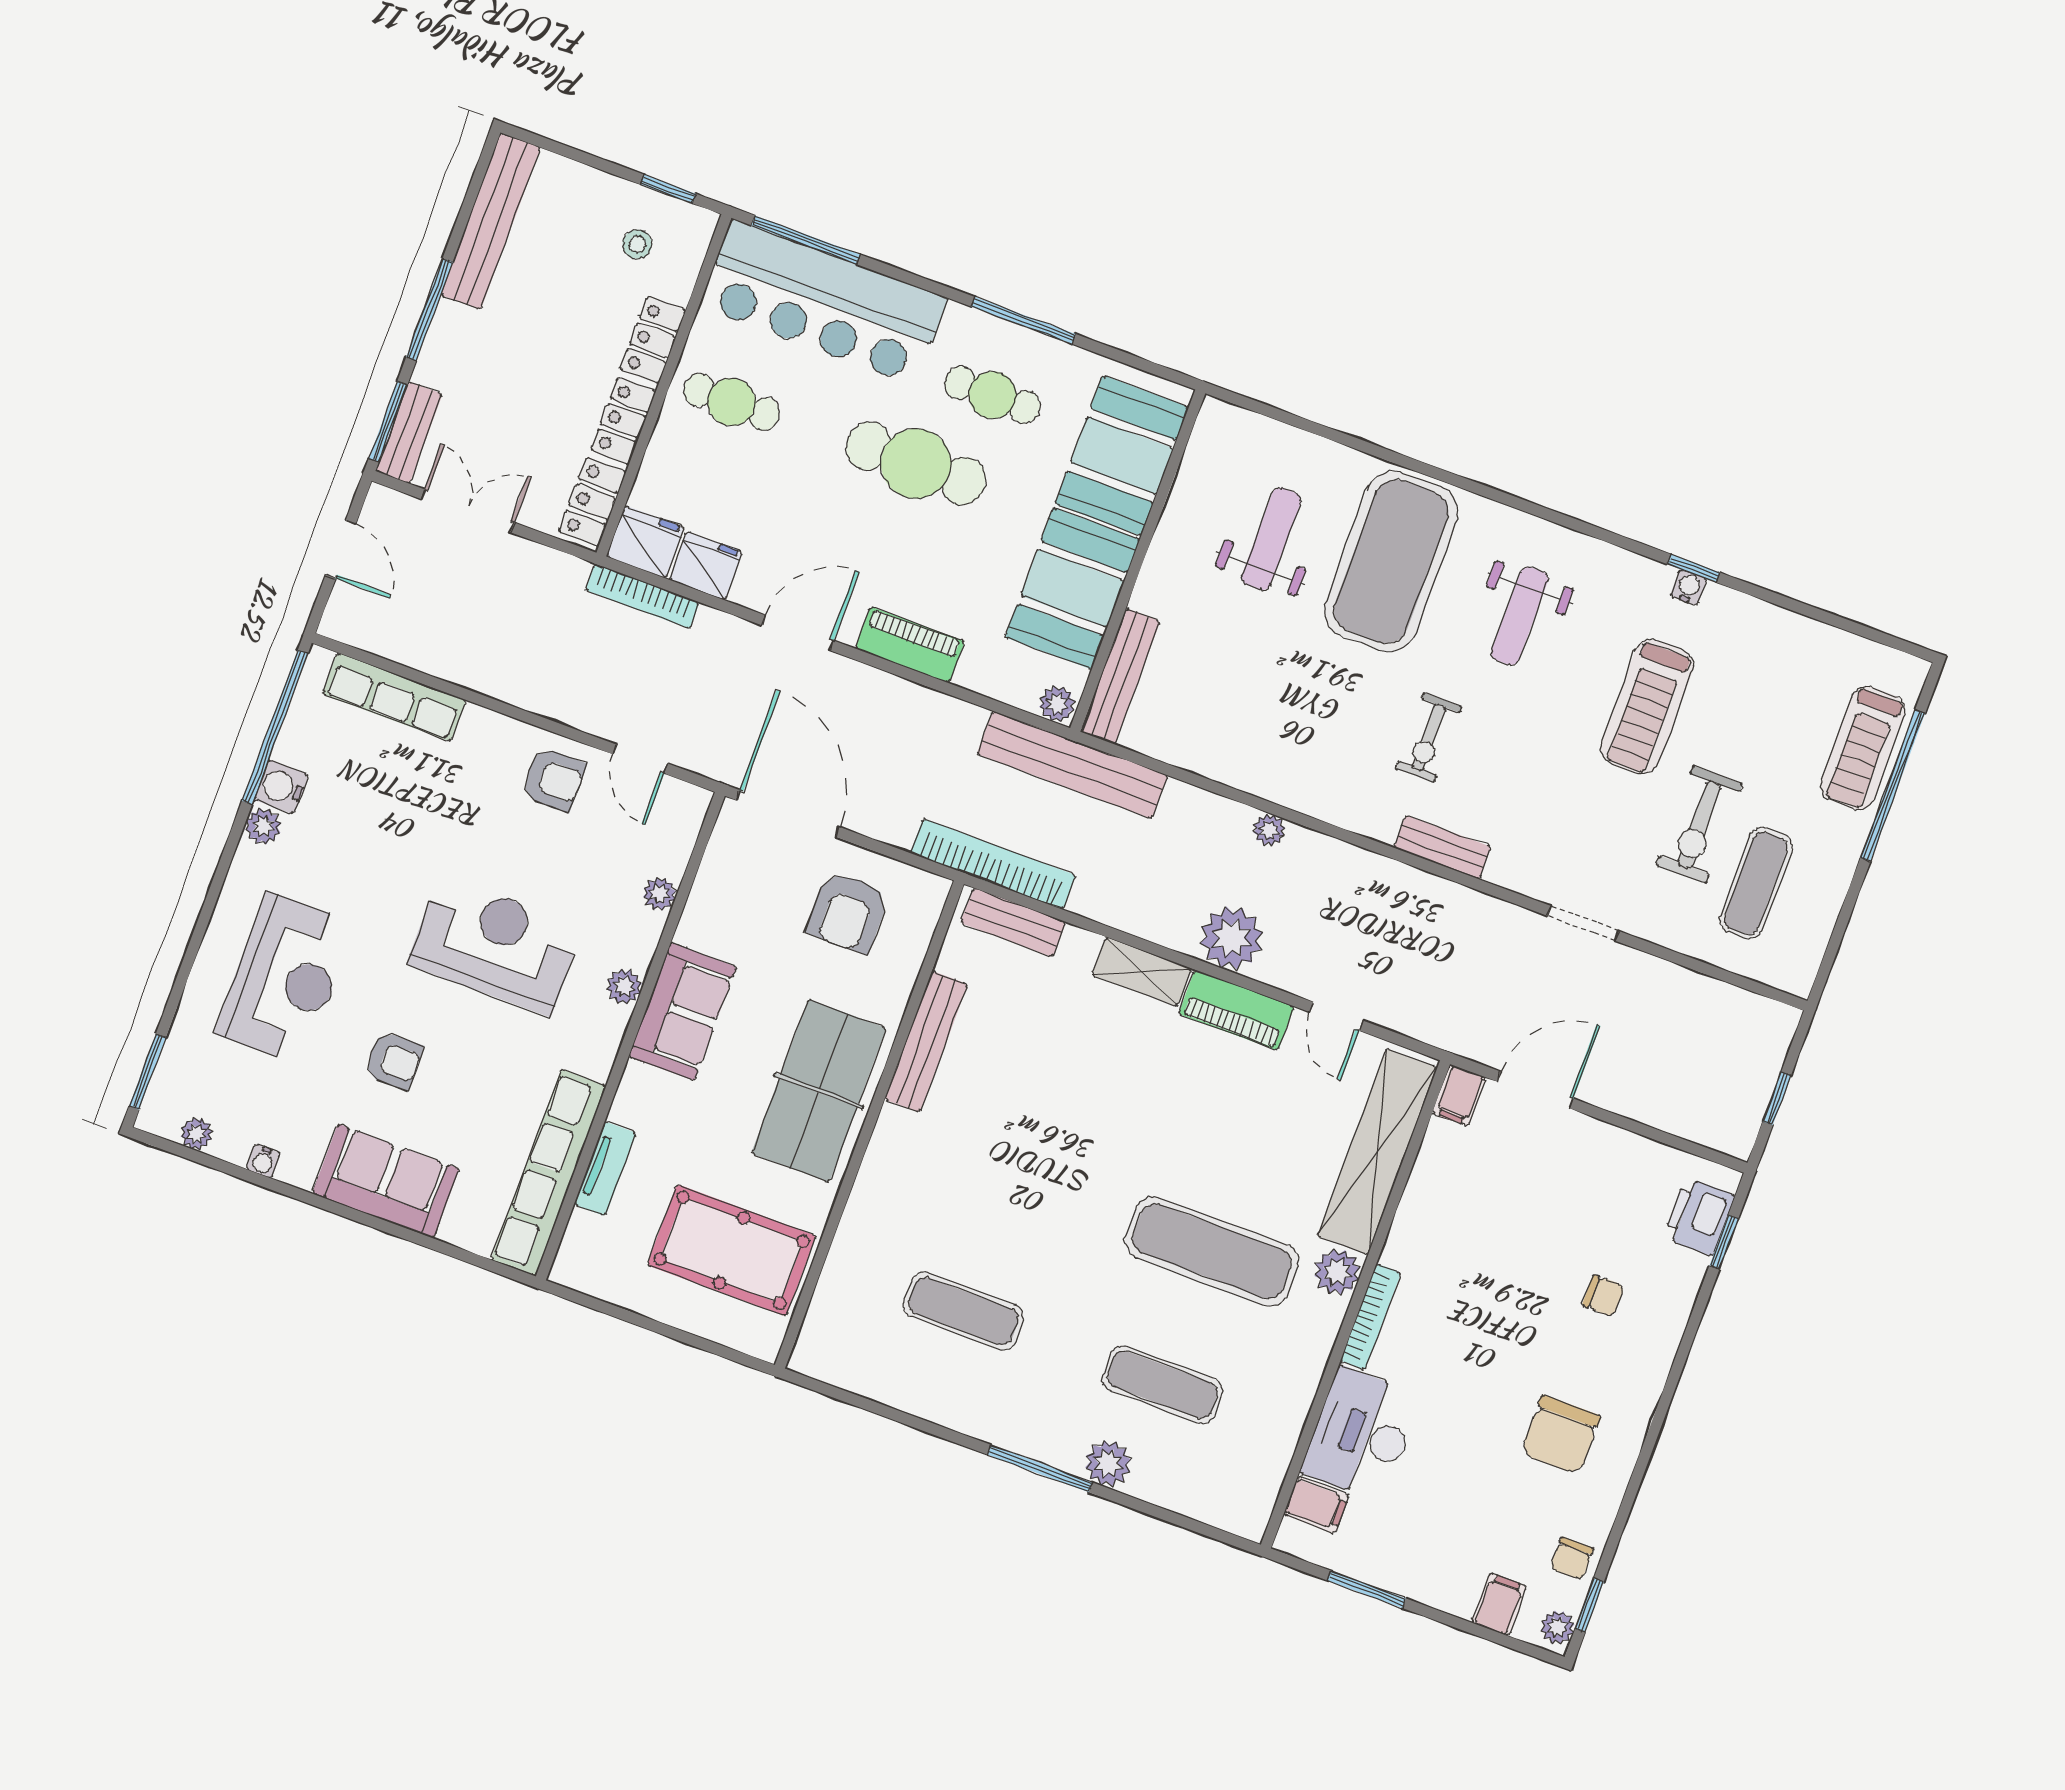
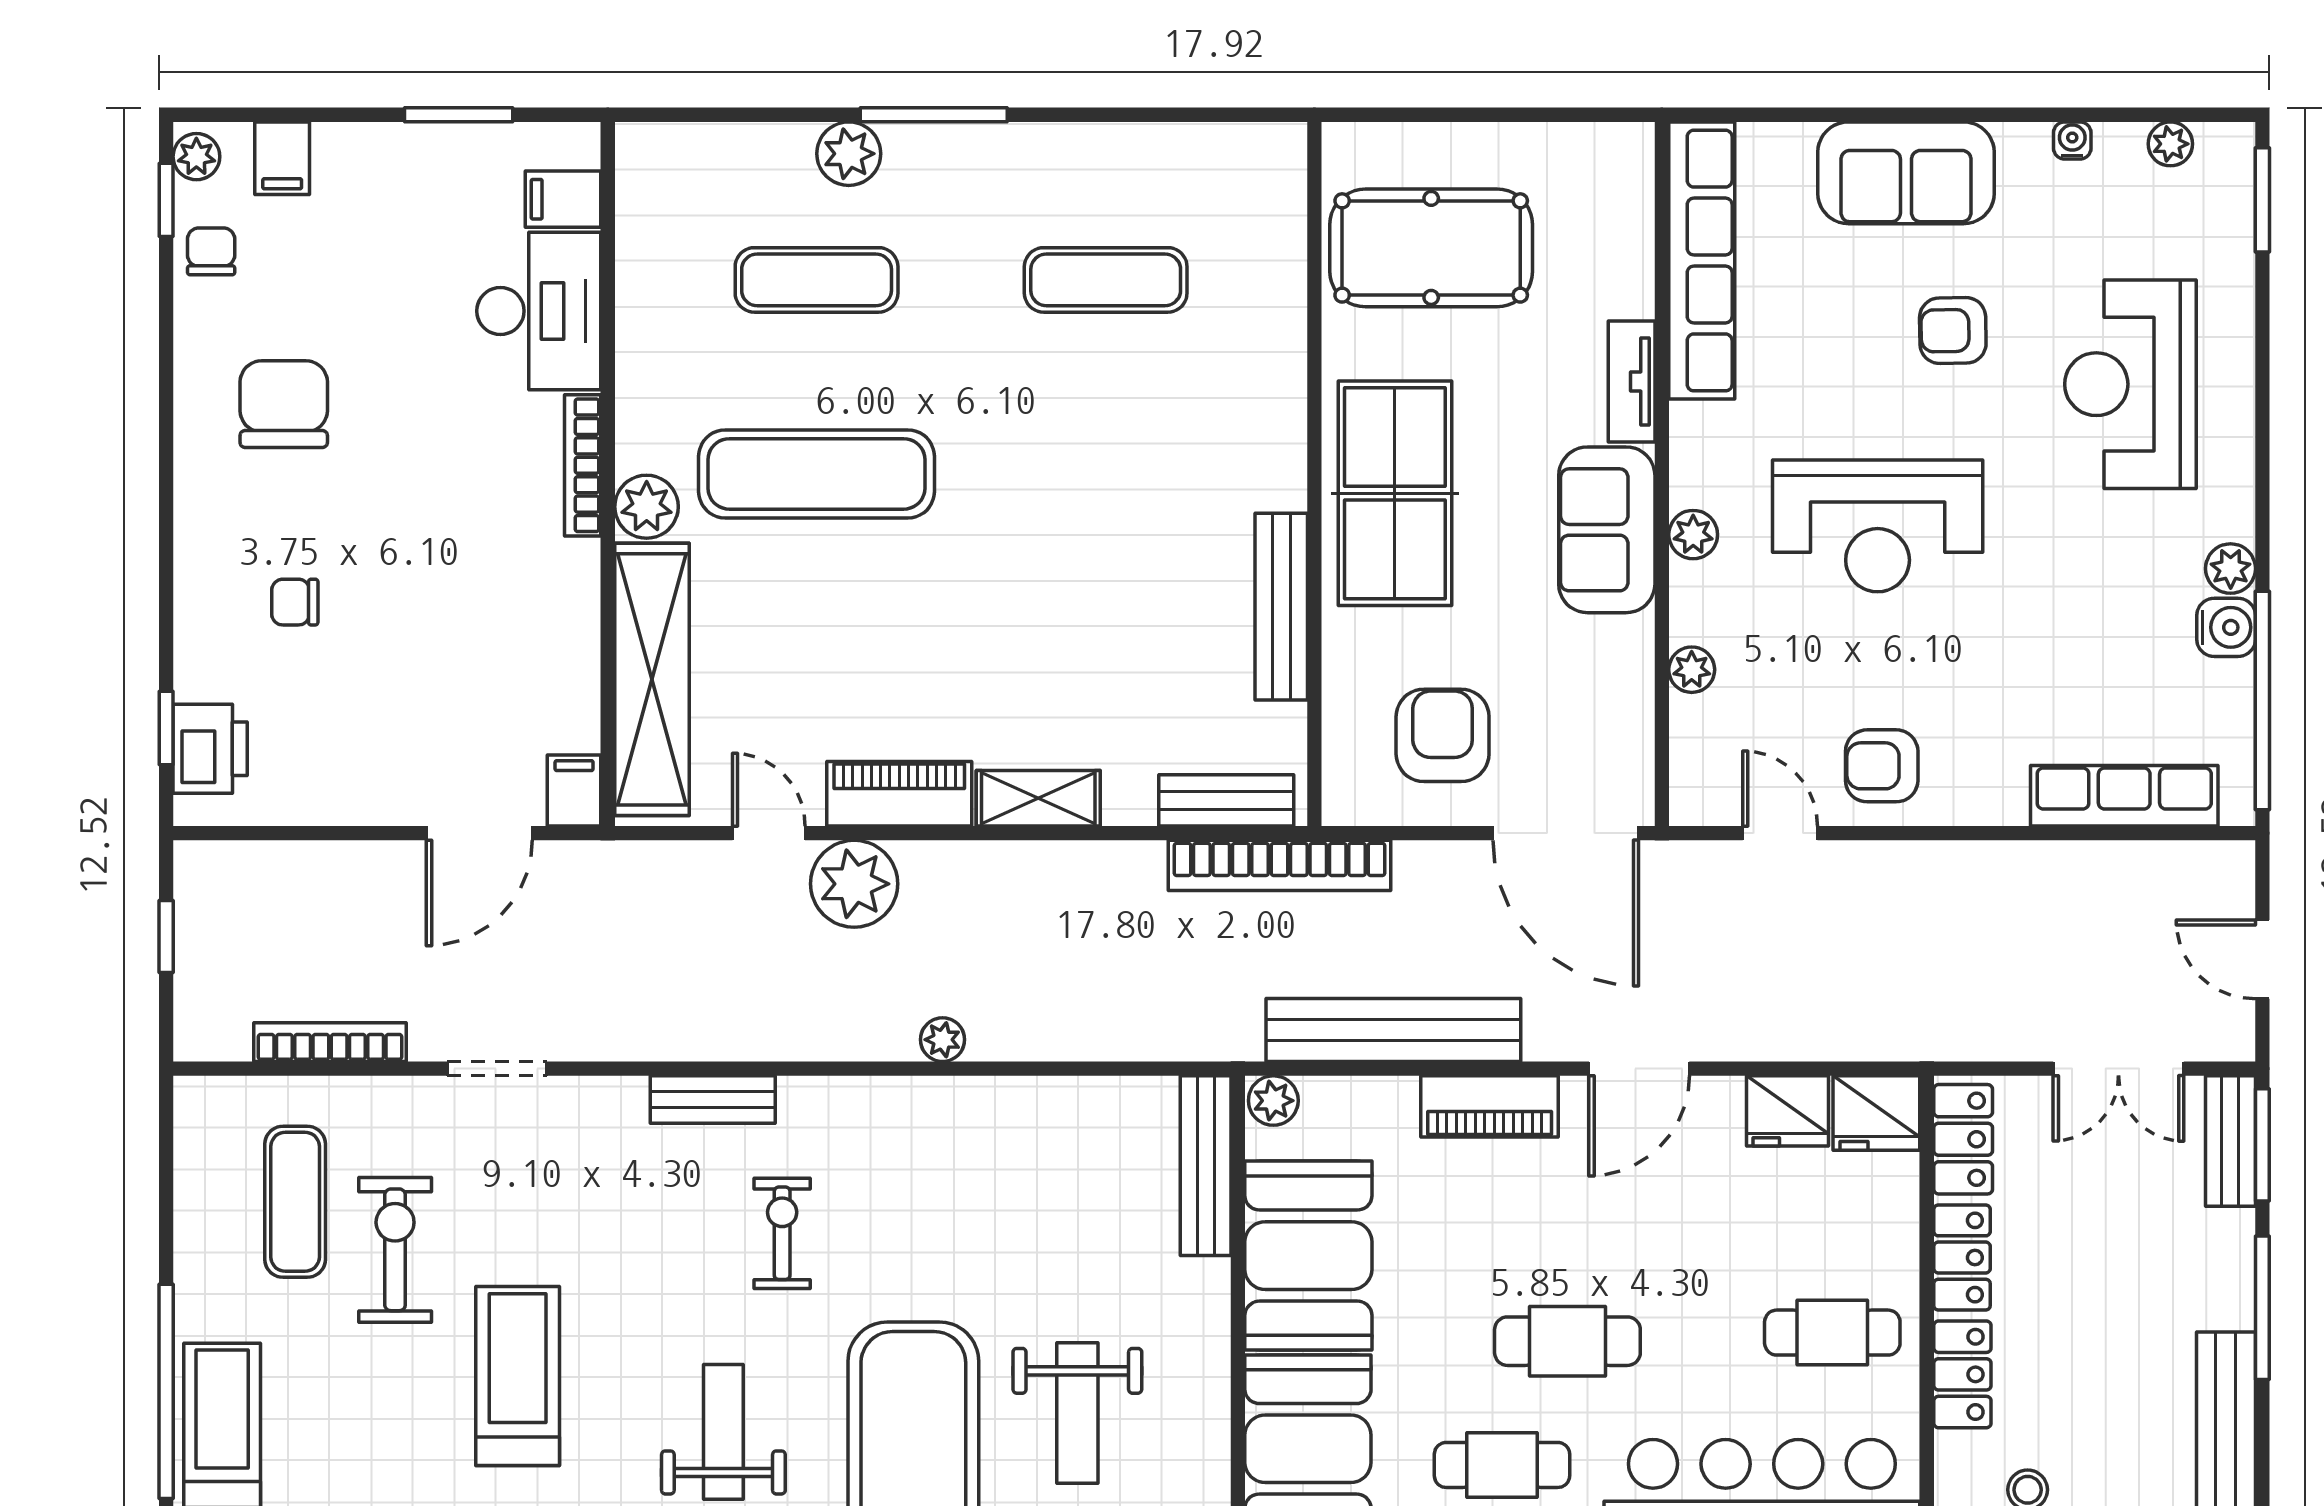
cafe table: (916, 464) -> (1567, 1341), width x0.73, depth x0.74
bookcase: (642, 596) -> (330, 1042), moved
bench: (1072, 765) -> (1393, 1030), moved
plant: (1231, 938) -> (854, 884), moved
tv unit: (605, 1169) -> (1632, 382), moved

